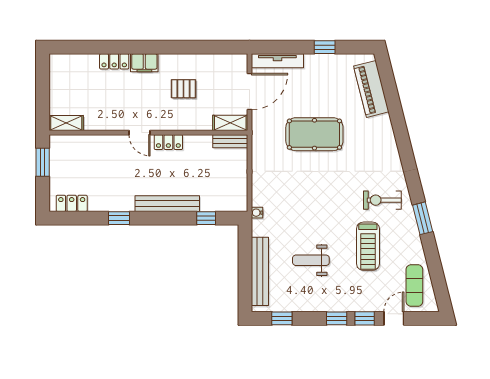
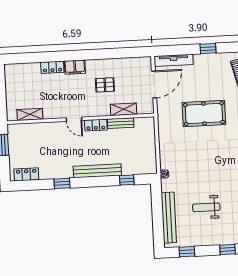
shelving: (66, 123) -> (30, 114), moved
shelving: (230, 123) -> (123, 109), moved
bench: (230, 141) -> (121, 123), moved

